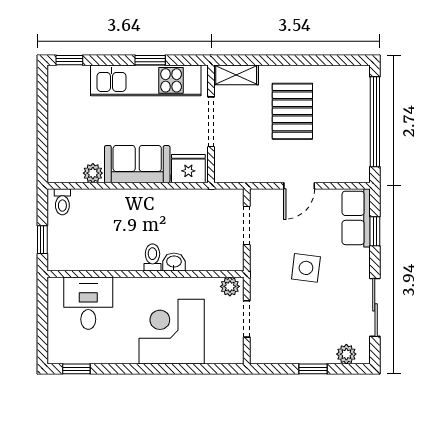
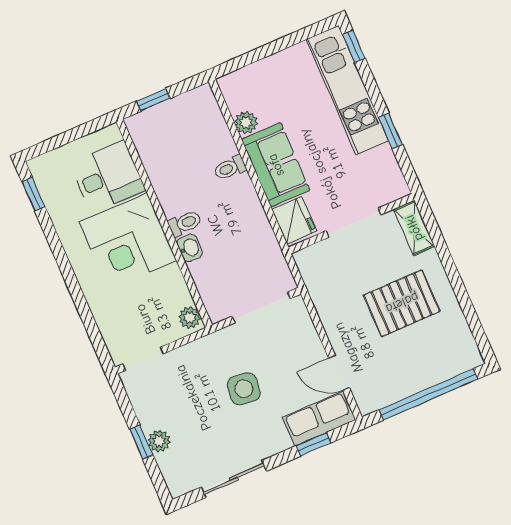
kitchen unit: (146, 80) -> (347, 90), moved
door: (299, 186) -> (339, 373), moved
toilet: (62, 202) -> (230, 168), moved
doorway: (247, 226) -> (261, 307), width x1.38
doorway: (247, 319) -> (143, 359), moved
corner desk: (172, 332) -> (128, 241), moved, turned 180
plant: (346, 354) -> (159, 441), moved

